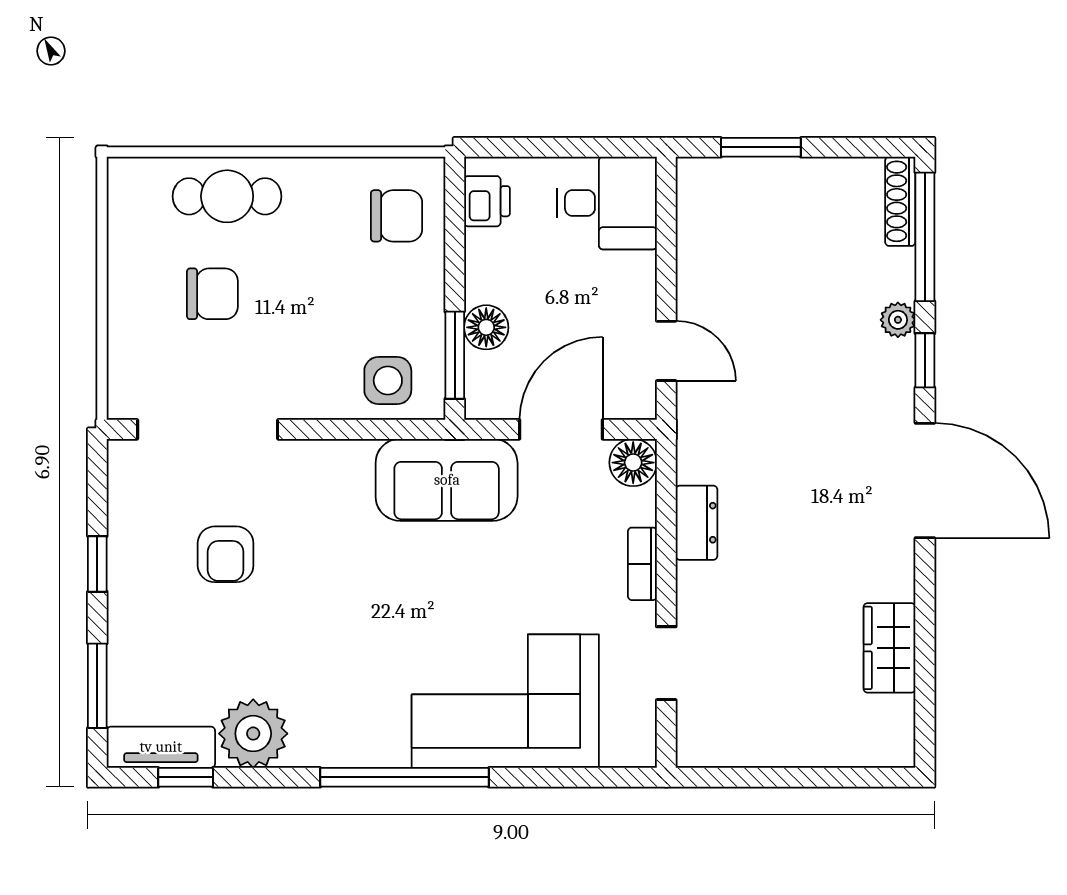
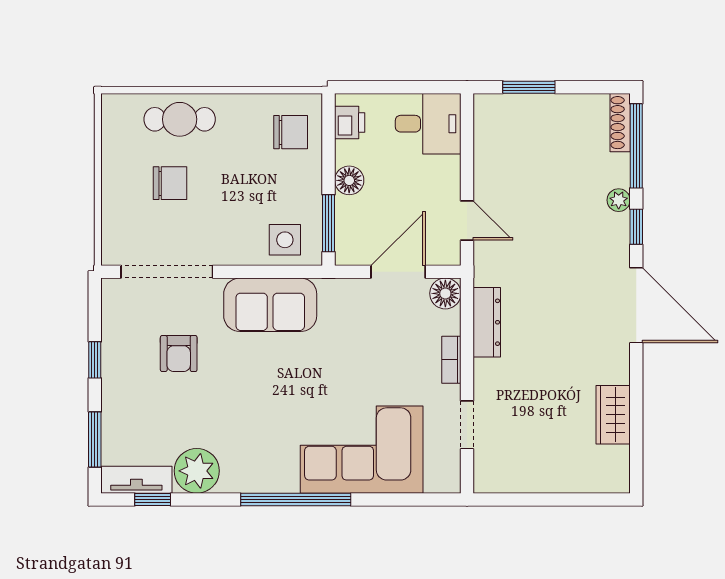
floor lamp: (486, 327) -> (349, 180), moved
sofa: (447, 480) -> (270, 305), moved
dresser: (697, 523) -> (487, 322), width x1.44

